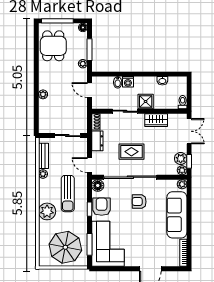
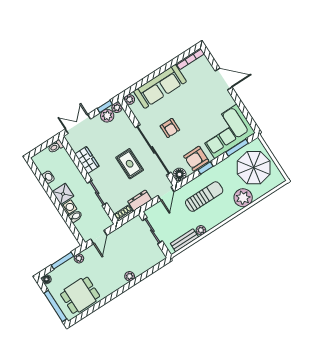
shower: (146, 101) -> (63, 194), moved
plant: (47, 211) -> (243, 198), moved

